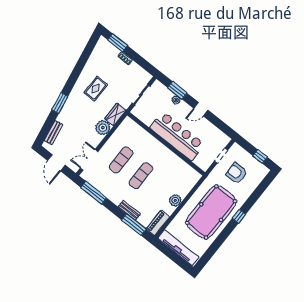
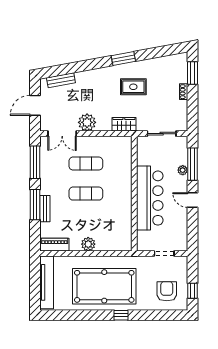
window: (177, 90) -> (192, 164), width x1.44
window: (60, 103) -> (123, 59), moved
plant: (103, 128) -> (87, 122), moved
double door: (89, 160) -> (62, 134), swing flipped
armchair: (236, 173) -> (167, 291), moved
window: (134, 225) -> (35, 205), moved

